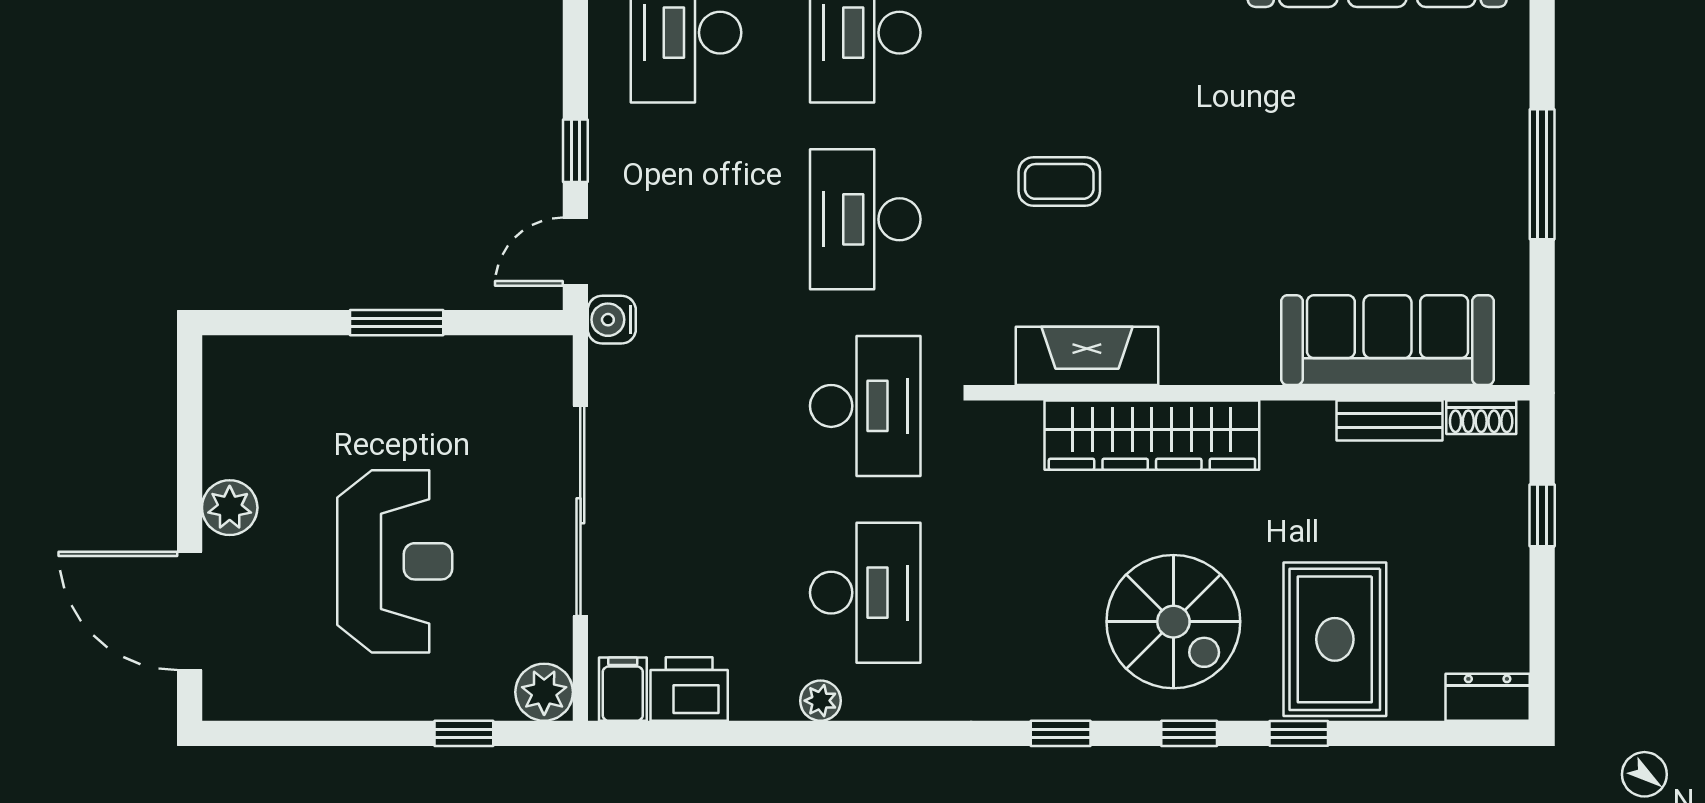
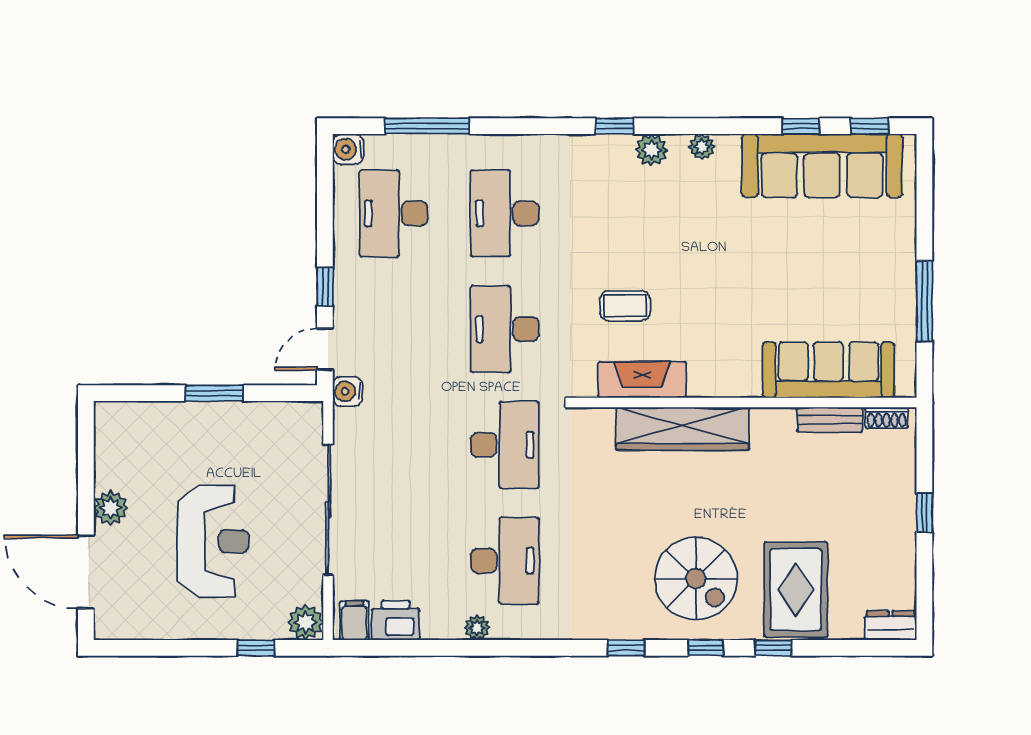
sofa: (1387, 340) -> (829, 370), moved
fireplace: (1087, 356) -> (642, 380), moved
wall: (1254, 393) -> (746, 403), moved
shoe rack: (1481, 417) -> (887, 418), moved
bench: (1389, 420) -> (830, 420), moved
wardrobe: (1152, 435) -> (682, 429), moved

